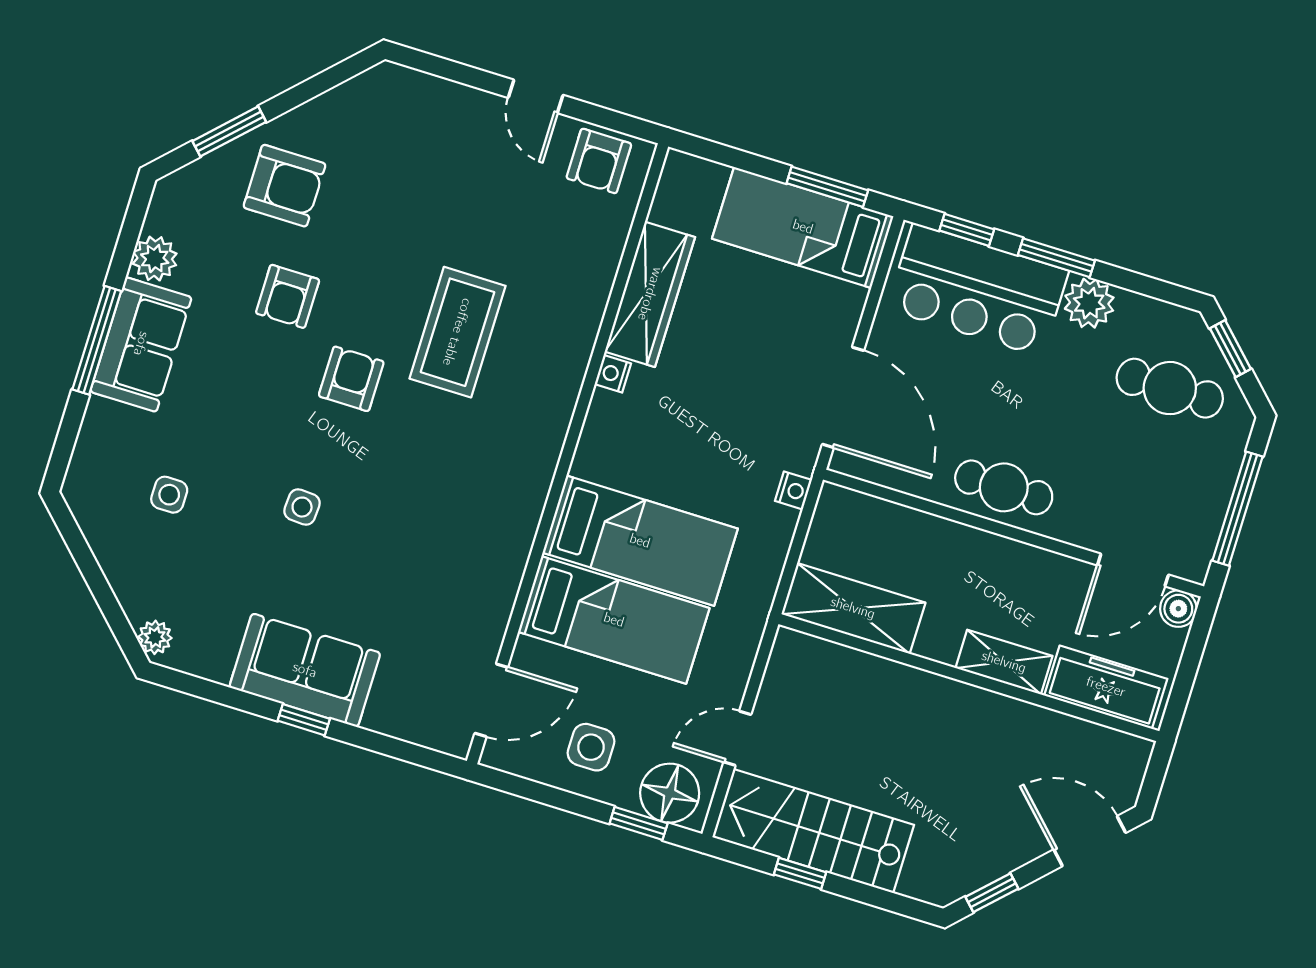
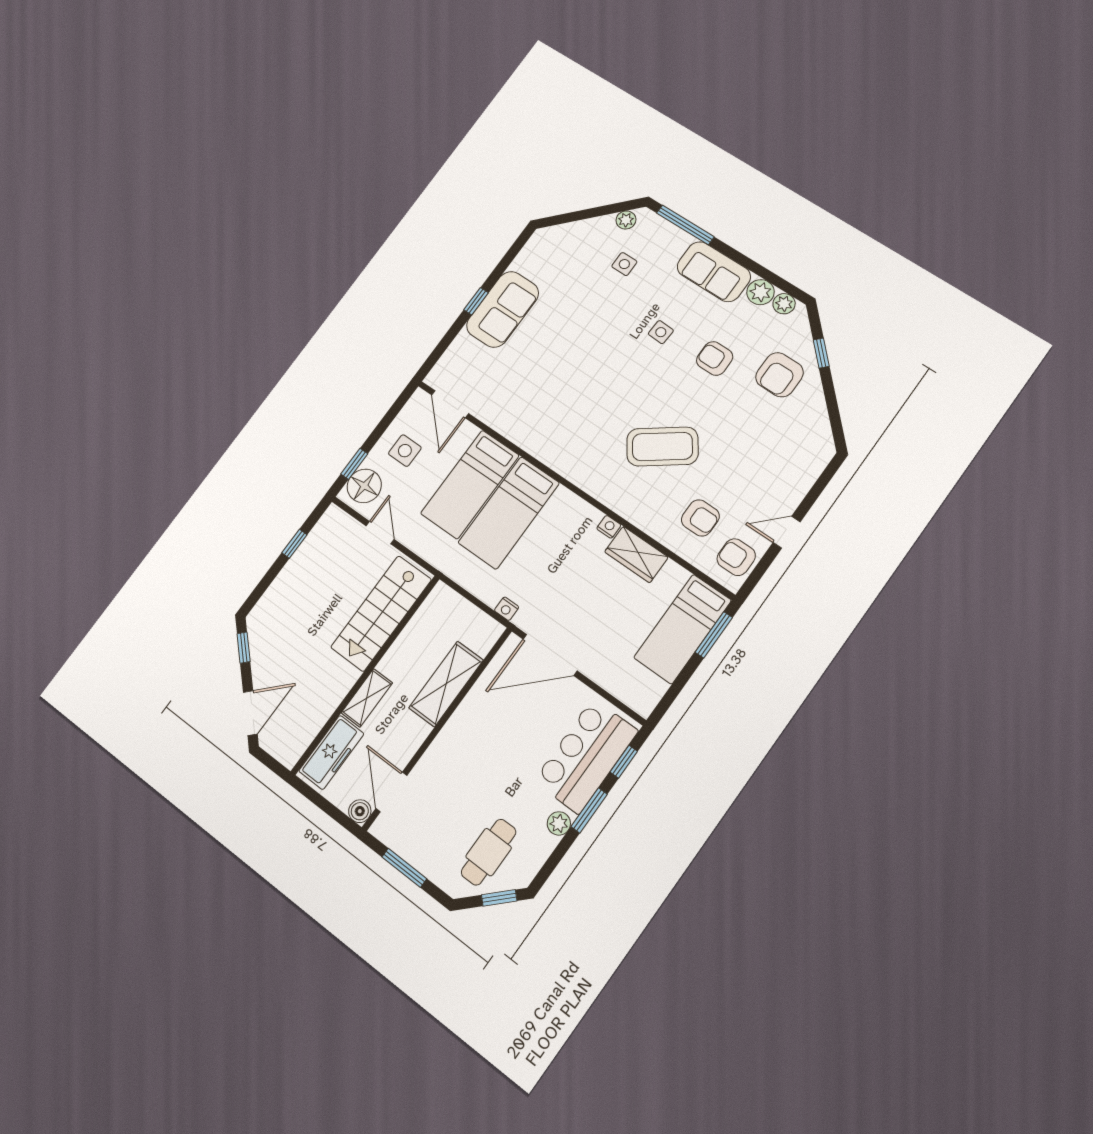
window: (229, 131) -> (821, 353), width x0.67
window: (827, 187) -> (714, 635), moved
plant: (164, 215) -> (784, 304), added
bed: (803, 227) -> (683, 629), moved, turned 180
wardrobe: (650, 294) -> (636, 554), width x0.67
plant: (1089, 303) -> (559, 823), width x0.73, depth x0.73
coffee table: (457, 332) -> (662, 447), turned -36
window: (97, 340) -> (685, 225), moved
armchair: (351, 379) -> (700, 518), moved
cafe table: (1004, 487) -> (465, 732), removed
side table: (302, 507) -> (661, 332), moved
window: (1237, 509) -> (404, 868), width x0.69
shelving: (853, 608) -> (446, 684), moved
plant: (155, 637) -> (626, 220), moved
stairs: (813, 831) -> (381, 613), moved, turned 180

